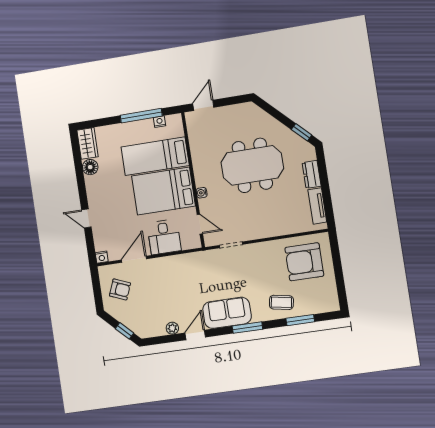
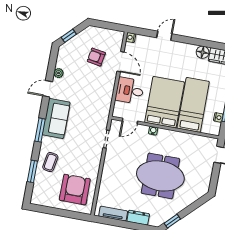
meeting table: (252, 165) -> (160, 176), turned 90
armchair: (120, 289) -> (96, 57), moved, turned 78
door: (195, 335) -> (48, 89), swing flipped

